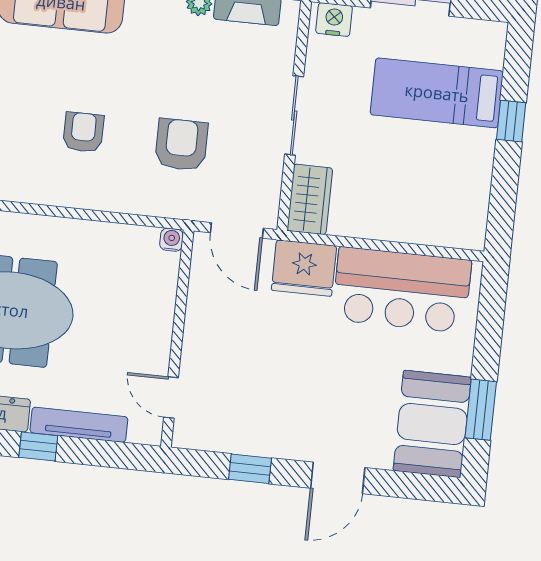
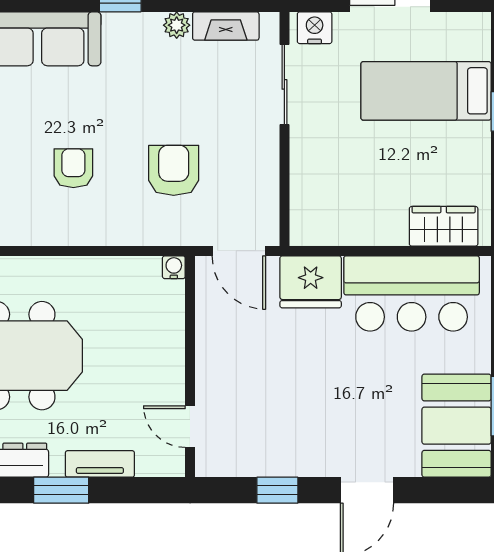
sliding door: (294, 115) -> (284, 84), moved
wardrobe: (310, 199) -> (444, 226), moved, turned -90
tv unit: (79, 425) -> (100, 464), width x0.71
window: (38, 446) -> (61, 490), width x1.50

